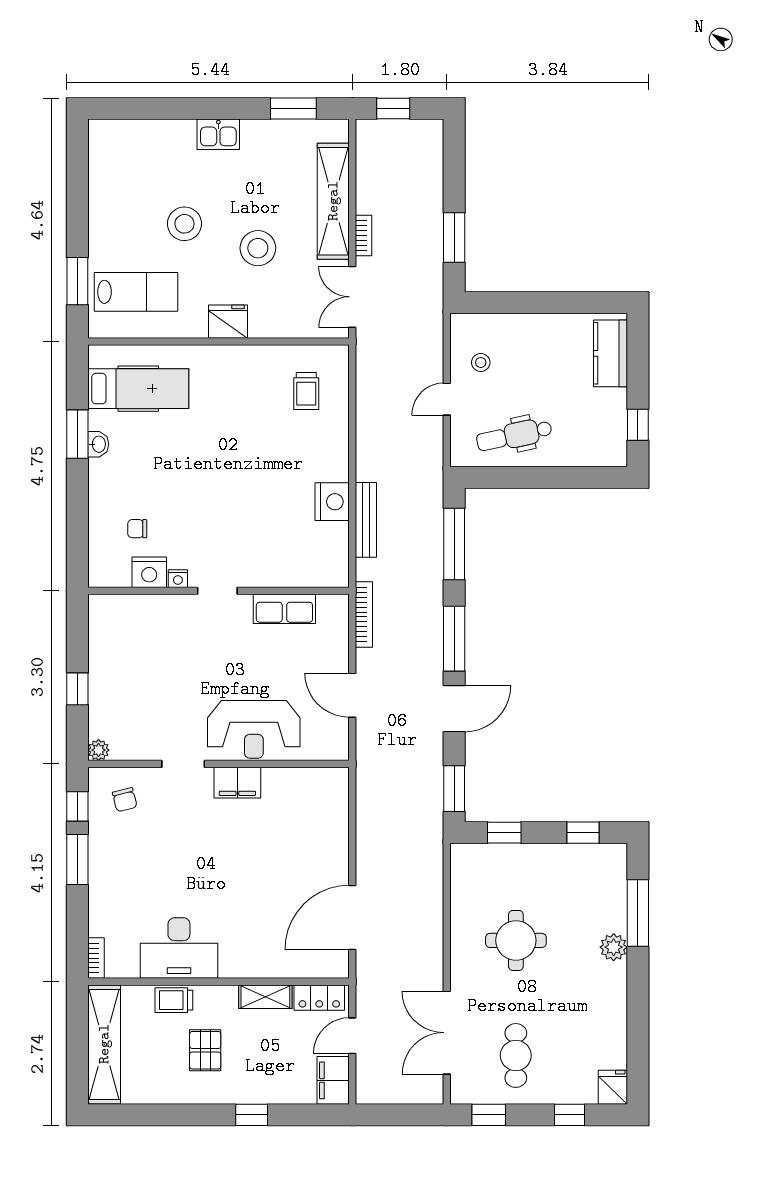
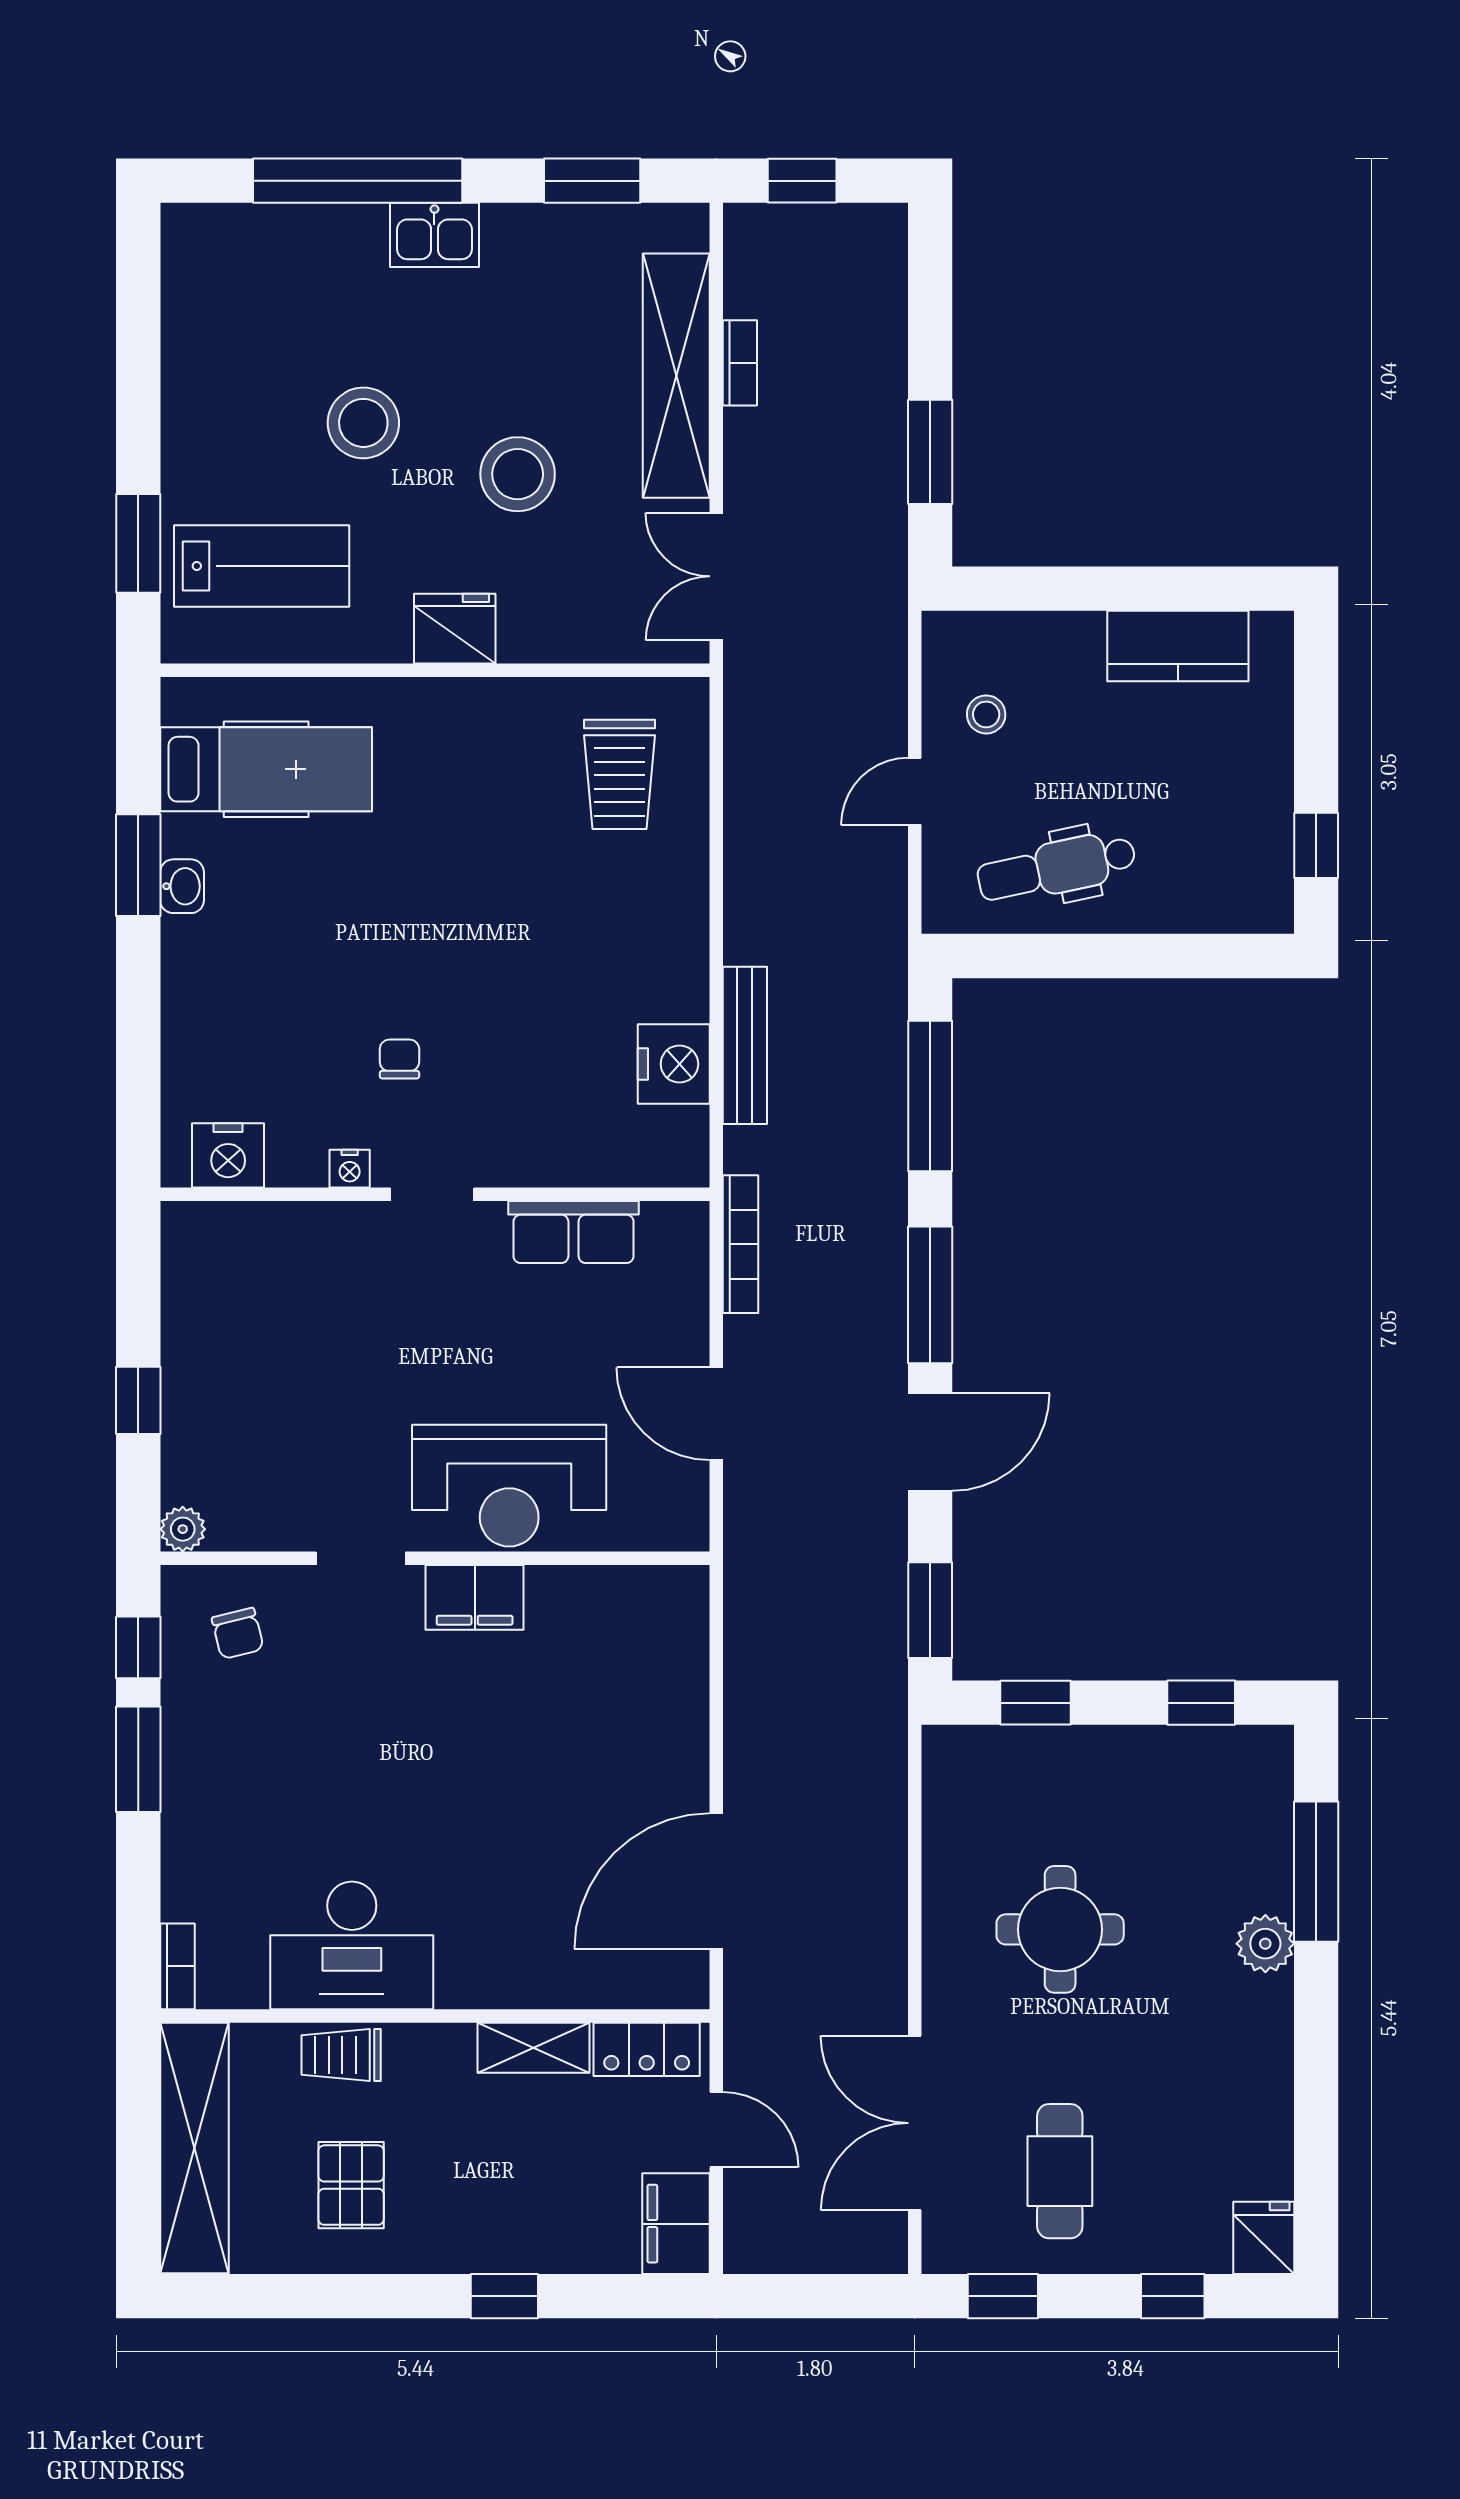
window: (182, 108) -> (358, 181), added
bookcase: (364, 236) -> (740, 363), moved
kitchen counter: (610, 353) -> (1178, 646), moved, turned -90
trolley: (306, 391) -> (619, 774), width x1.36, depth x1.39
nightstand: (332, 502) -> (674, 1064), moved
chair: (137, 529) -> (399, 1059), moved, turned 90
nightstand: (149, 572) -> (228, 1155), moved
door: (352, 1036) -> (716, 2130), swing flipped
pallet: (205, 1050) -> (351, 2185), moved

